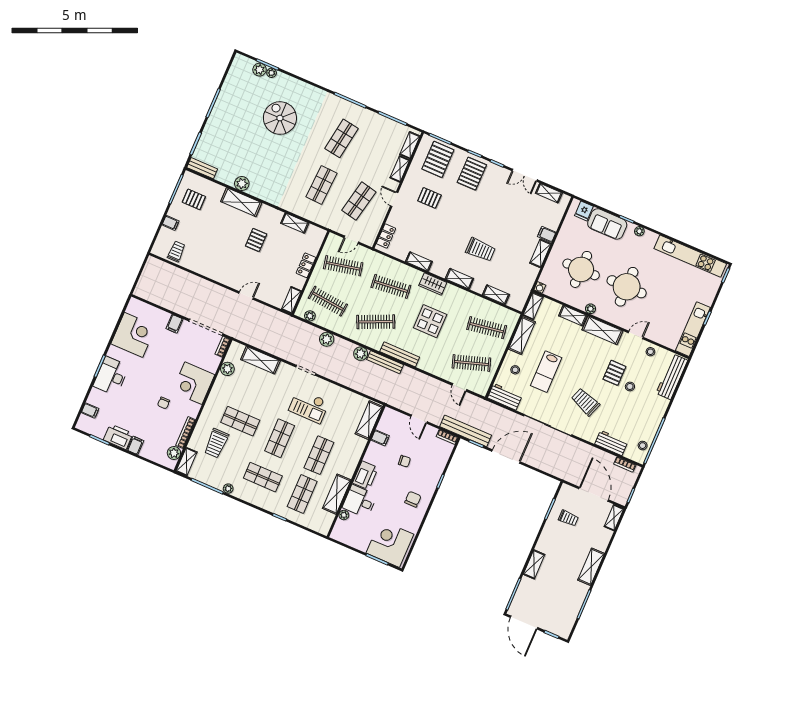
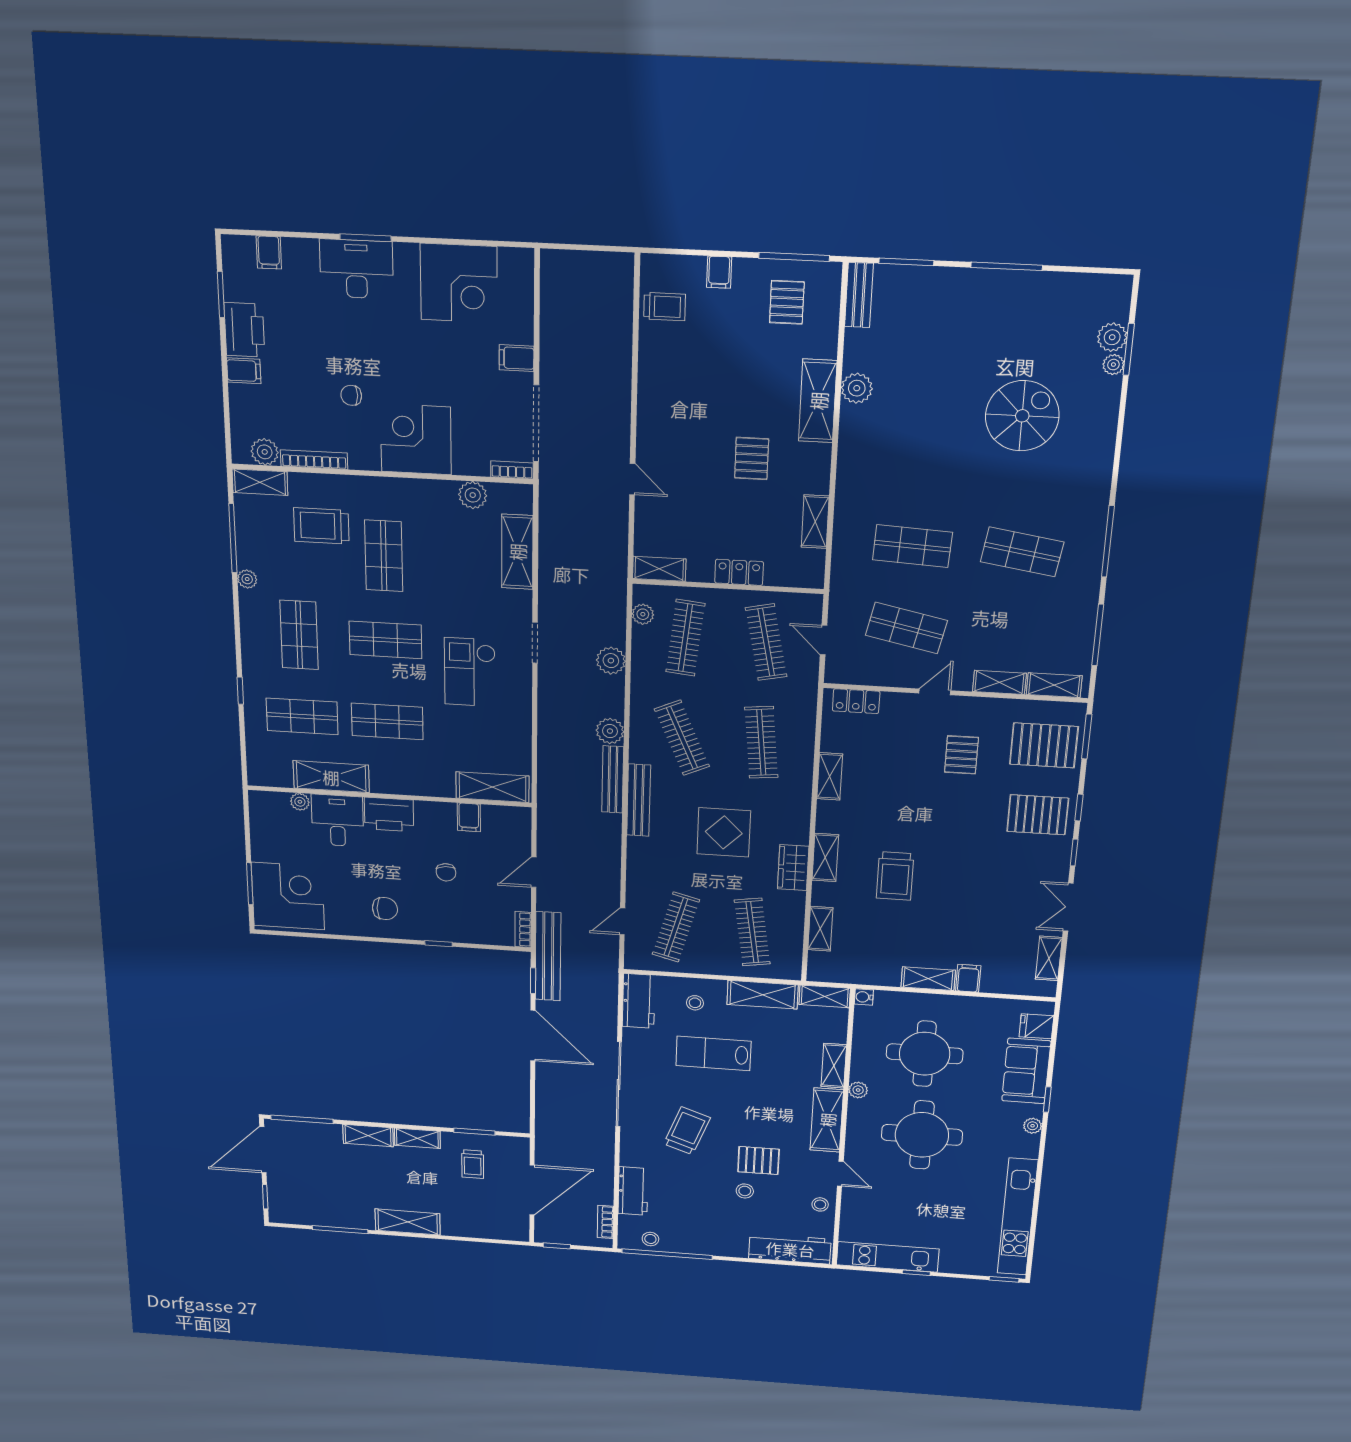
pallet: (256, 240) -> (752, 458), turned 90
wardrobe: (433, 284) -> (793, 868), moved
clothes rail: (471, 363) -> (676, 927), turned 33
shelving: (614, 518) -> (417, 1138), moved

